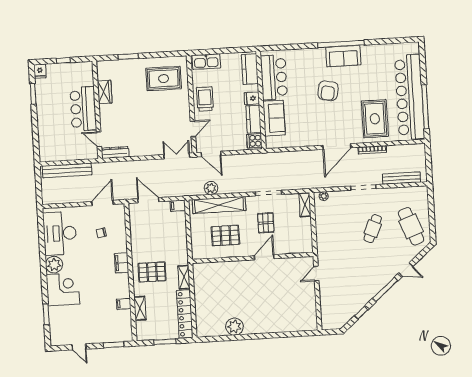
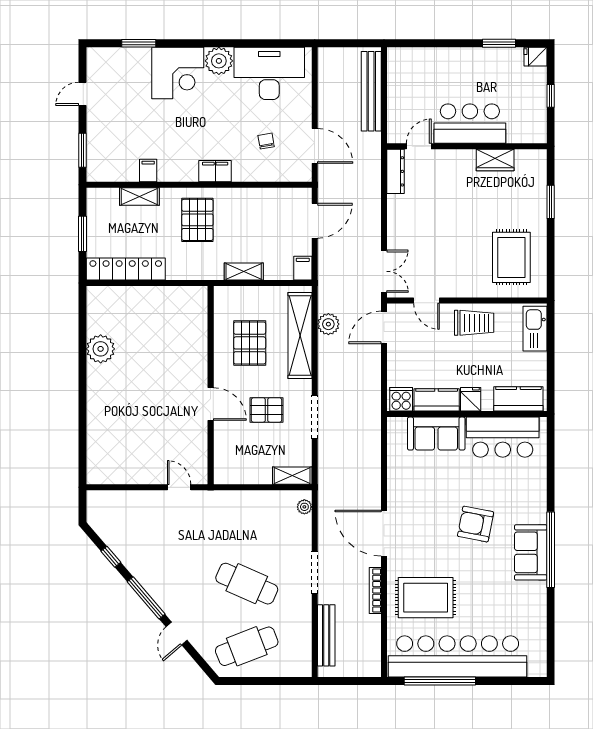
cafe table: (373, 229) -> (247, 584), width x1.37, depth x1.35
shelving: (184, 277) -> (244, 271), moved

